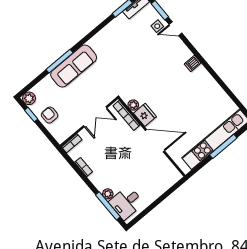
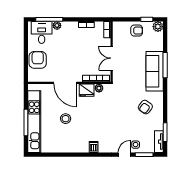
armchair: (114, 47) -> (145, 107), added
stool: (188, 112) -> (66, 119), added
door: (155, 141) -> (65, 83), hinge flipped
armchair: (155, 185) -> (38, 60), added

